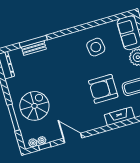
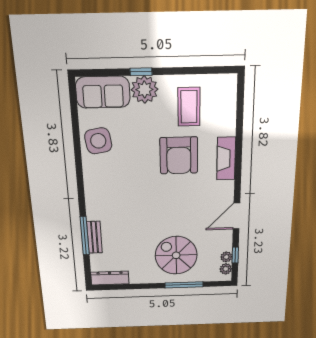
side table: (96, 47) -> (98, 141), moved
fireplace: (119, 116) -> (226, 159), moved

